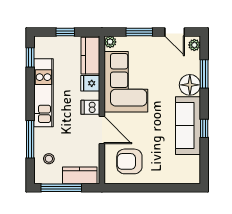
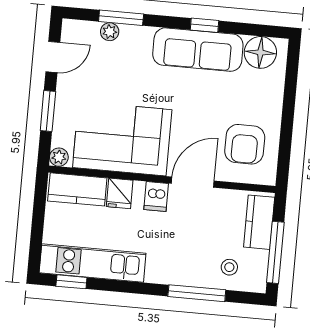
window: (65, 32) -> (38, 224), removed
plant: (194, 45) -> (110, 32), moved
floor lamp: (190, 85) -> (260, 52), moved
kitchen unit: (44, 93) -> (93, 263), moved

